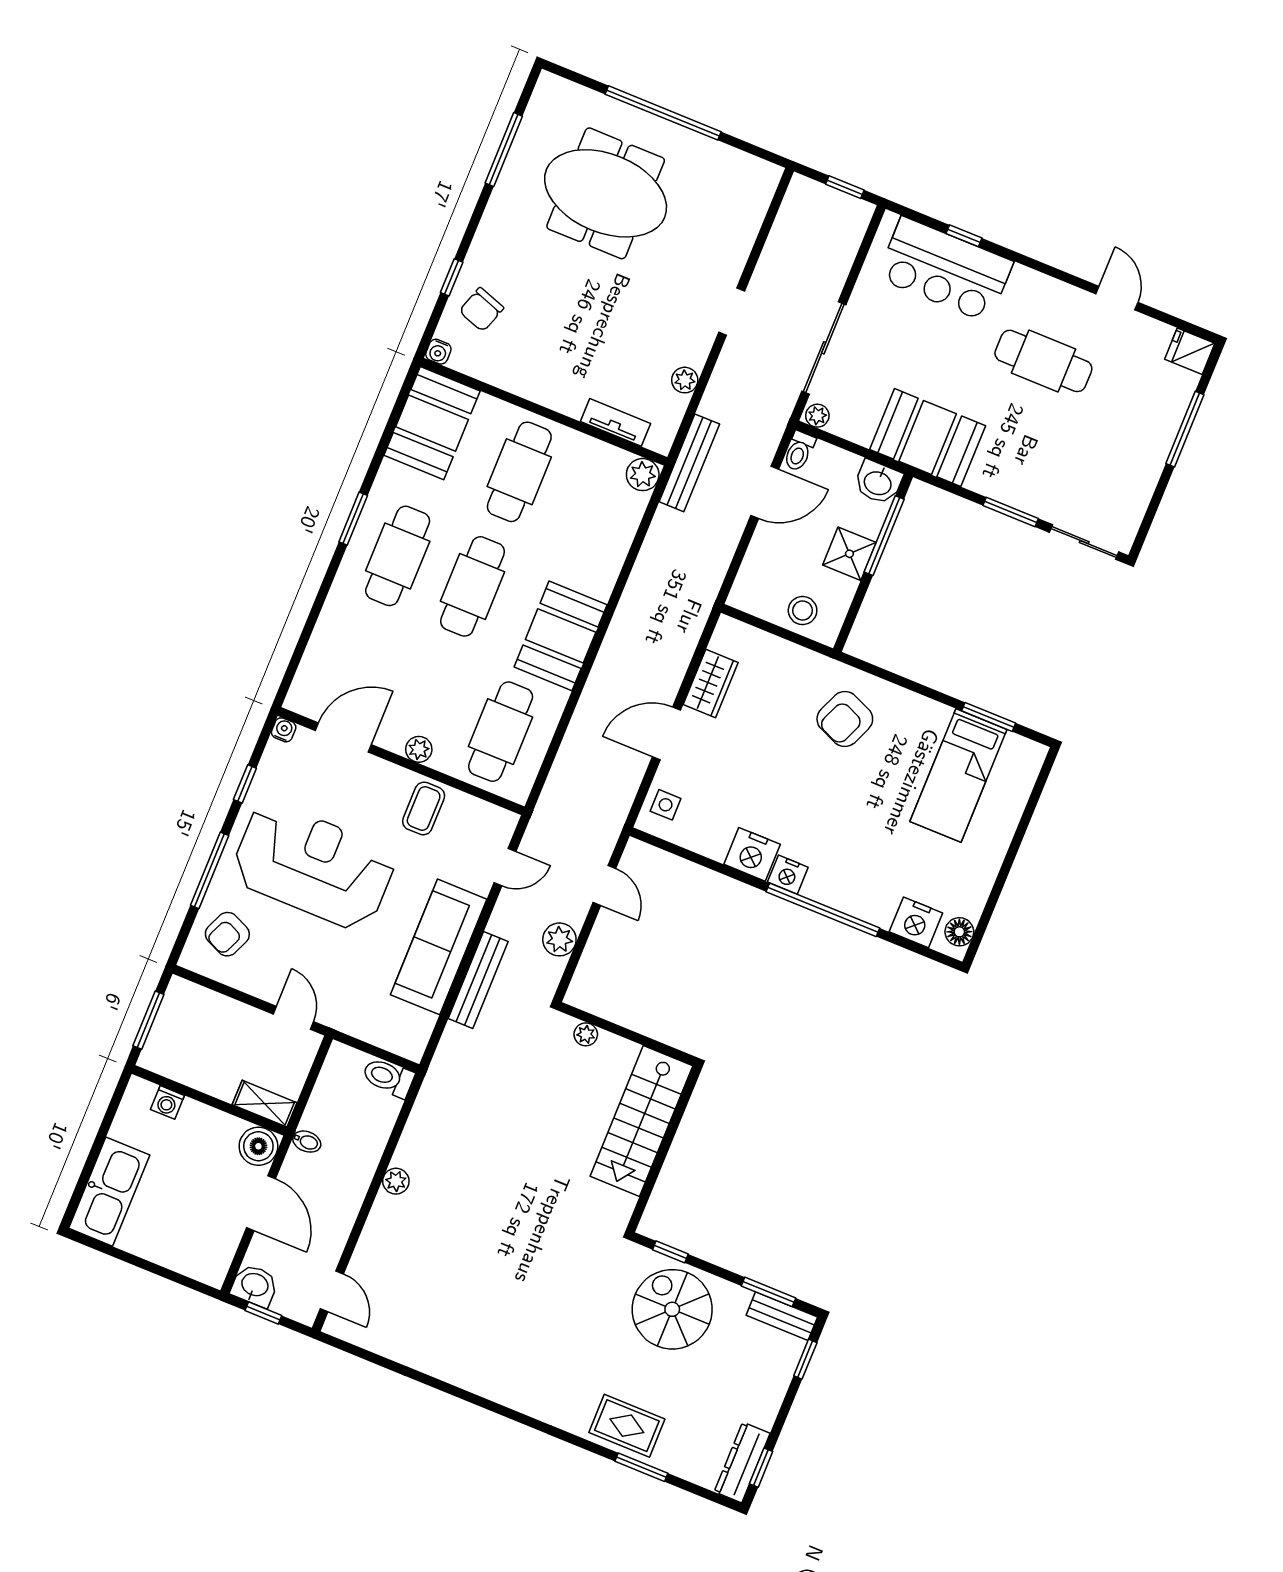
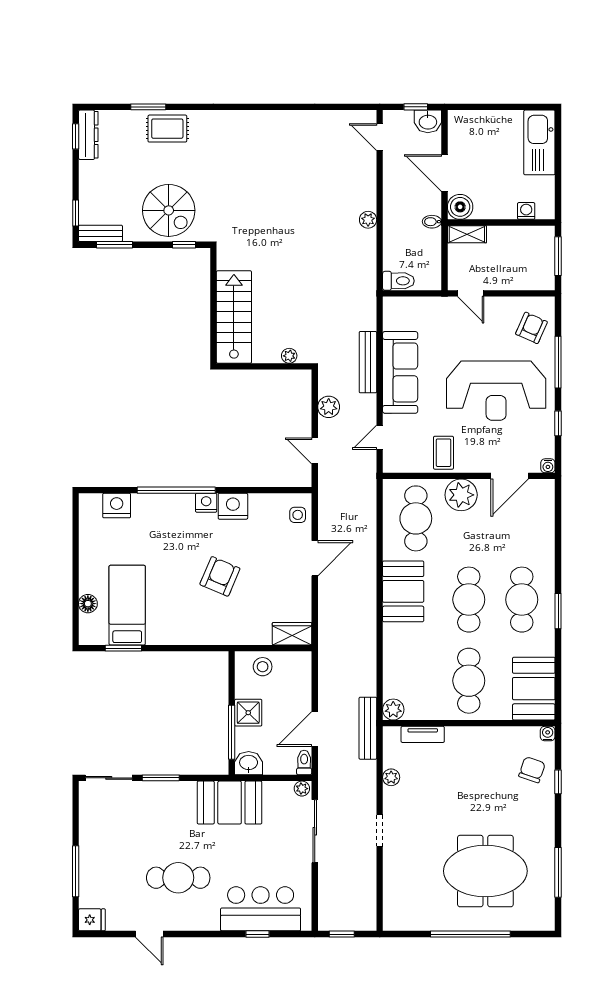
wardrobe: (711, 684) -> (292, 634), moved, turned 90
armchair: (845, 719) -> (220, 576), moved
plant: (419, 749) -> (461, 495), width x1.87, depth x1.87
floor lamp: (959, 932) -> (88, 604), moved

